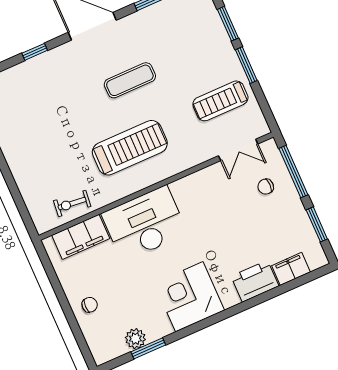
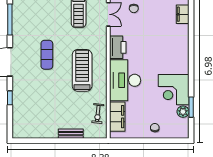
bench: (21, 175) -> (71, 134), added
printer: (255, 281) -> (118, 47), moved, turned 180
corner desk: (189, 297) -> (174, 90), moved

